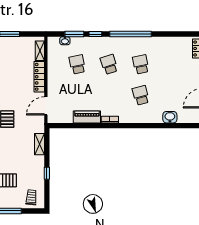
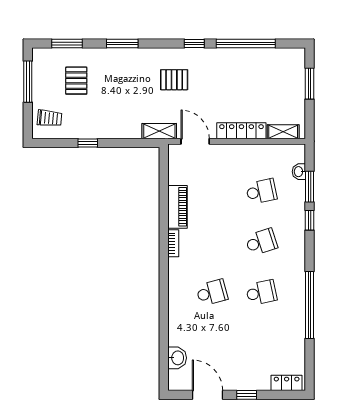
window: (131, 34) -> (310, 305), moved
washbasin: (170, 117) -> (177, 358), moved
shelving: (39, 144) -> (159, 131), moved

